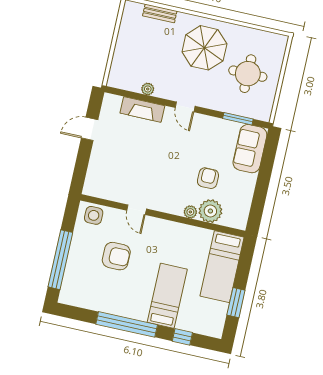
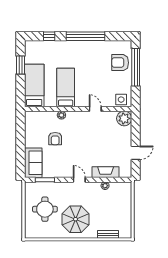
plant: (210, 211) -> (124, 118), moved
armchair: (116, 256) -> (120, 63), moved
bed: (167, 296) -> (66, 88), moved, turned 180

